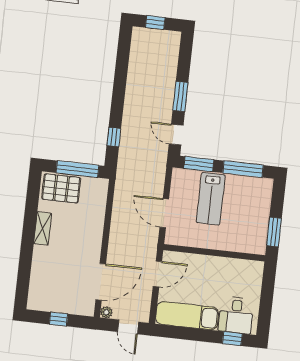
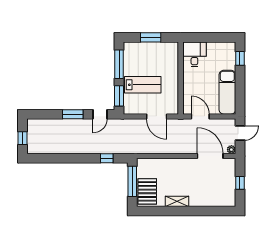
door: (164, 213) -> (157, 116), hinge flipped
window: (274, 232) -> (151, 37), moved
desk: (236, 315) -> (194, 54), moved, turned -90

